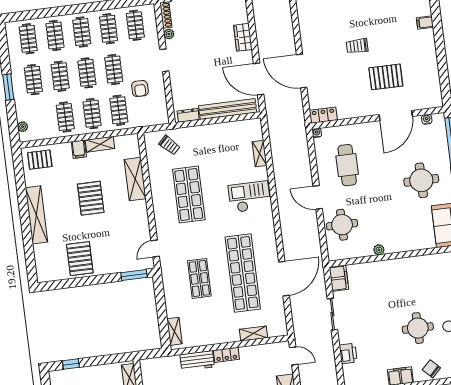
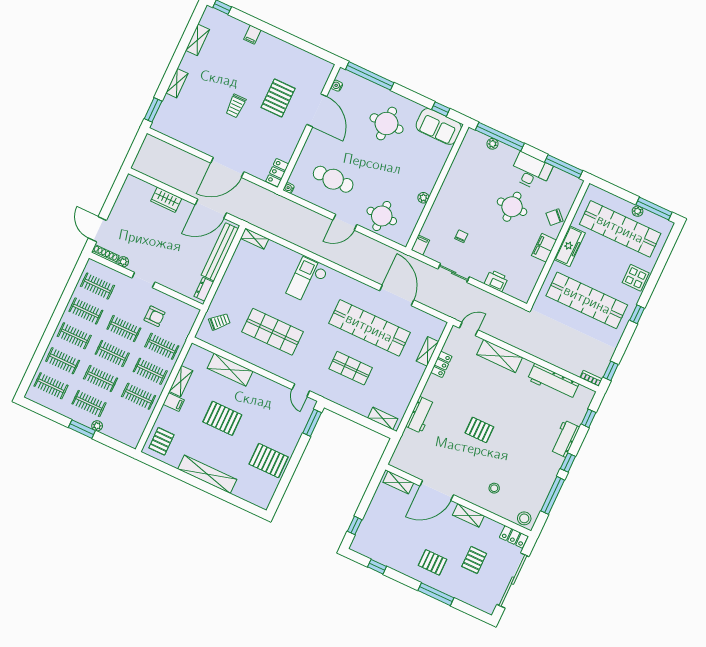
plant: (23, 127) -> (97, 426), moved
shelving: (260, 154) -> (255, 239), moved
filing cabinet: (339, 278) -> (420, 245), width x0.50
chair: (367, 301) -> (461, 236), added
locker: (226, 355) -> (441, 364), moved

